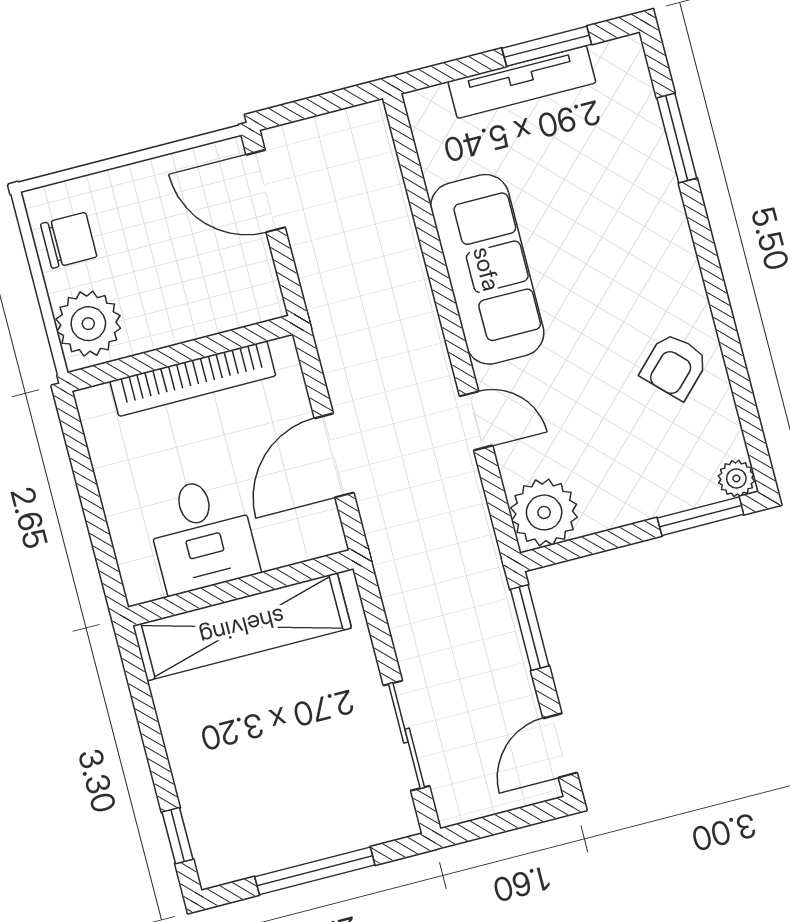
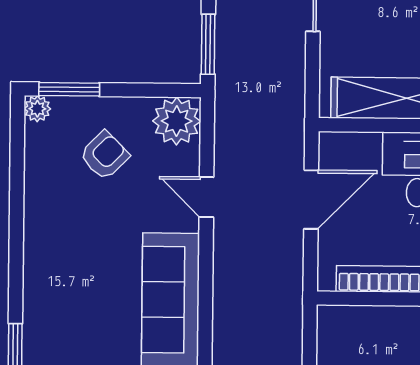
armchair: (674, 366) -> (104, 155), moved

